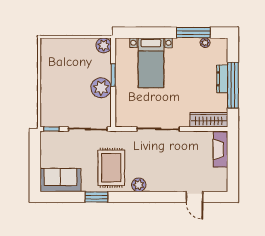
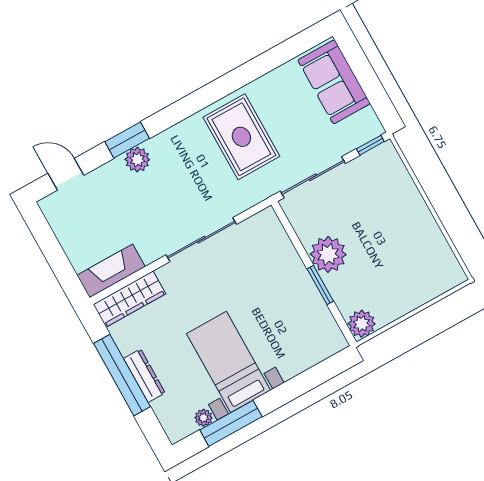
bed with nightstands: (151, 63) -> (229, 362), moved
fireplace: (220, 149) -> (111, 271), moved, turned -90
sofa: (60, 180) -> (334, 82), moved, turned 90
plant: (139, 185) -> (137, 159), moved
window: (96, 197) -> (127, 140), moved
door: (194, 197) -> (66, 174), moved

